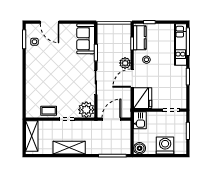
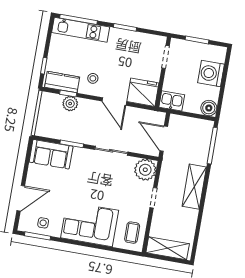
plant: (125, 63) -> (70, 104), moved
corner sofa: (39, 76) -> (90, 224), added
coffee table: (49, 111) -> (132, 233), moved
shelving: (69, 148) -> (194, 187), moved

